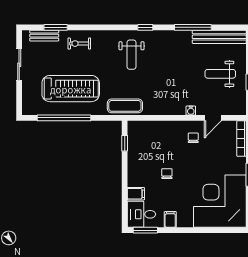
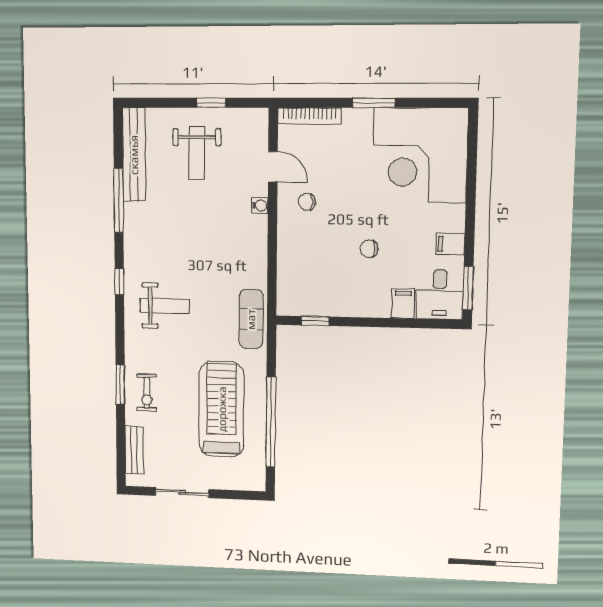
window: (56, 27) -> (120, 384), moved

